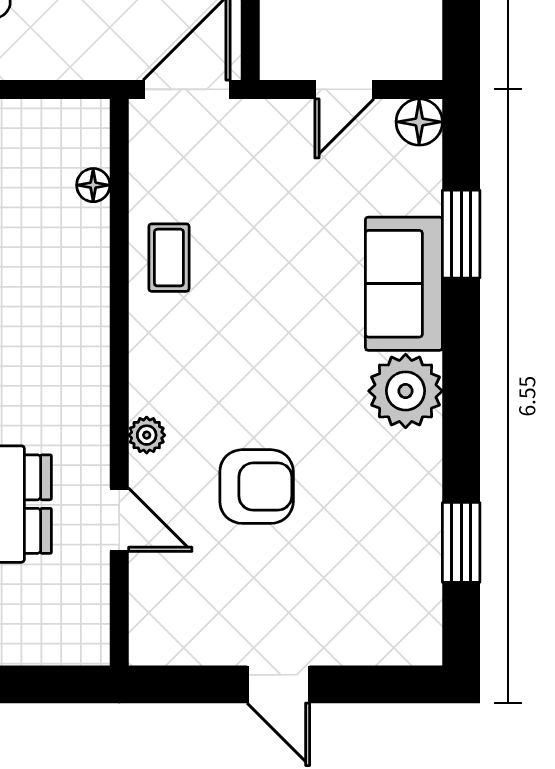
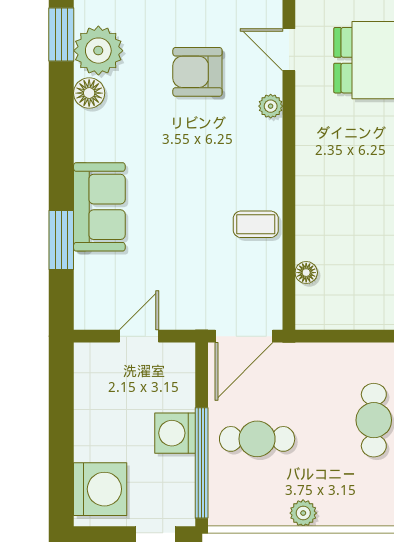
floor lamp: (419, 122) -> (89, 93), moved
coffee table: (169, 258) -> (256, 224), turned 90
plant: (406, 391) -> (98, 51), moved

